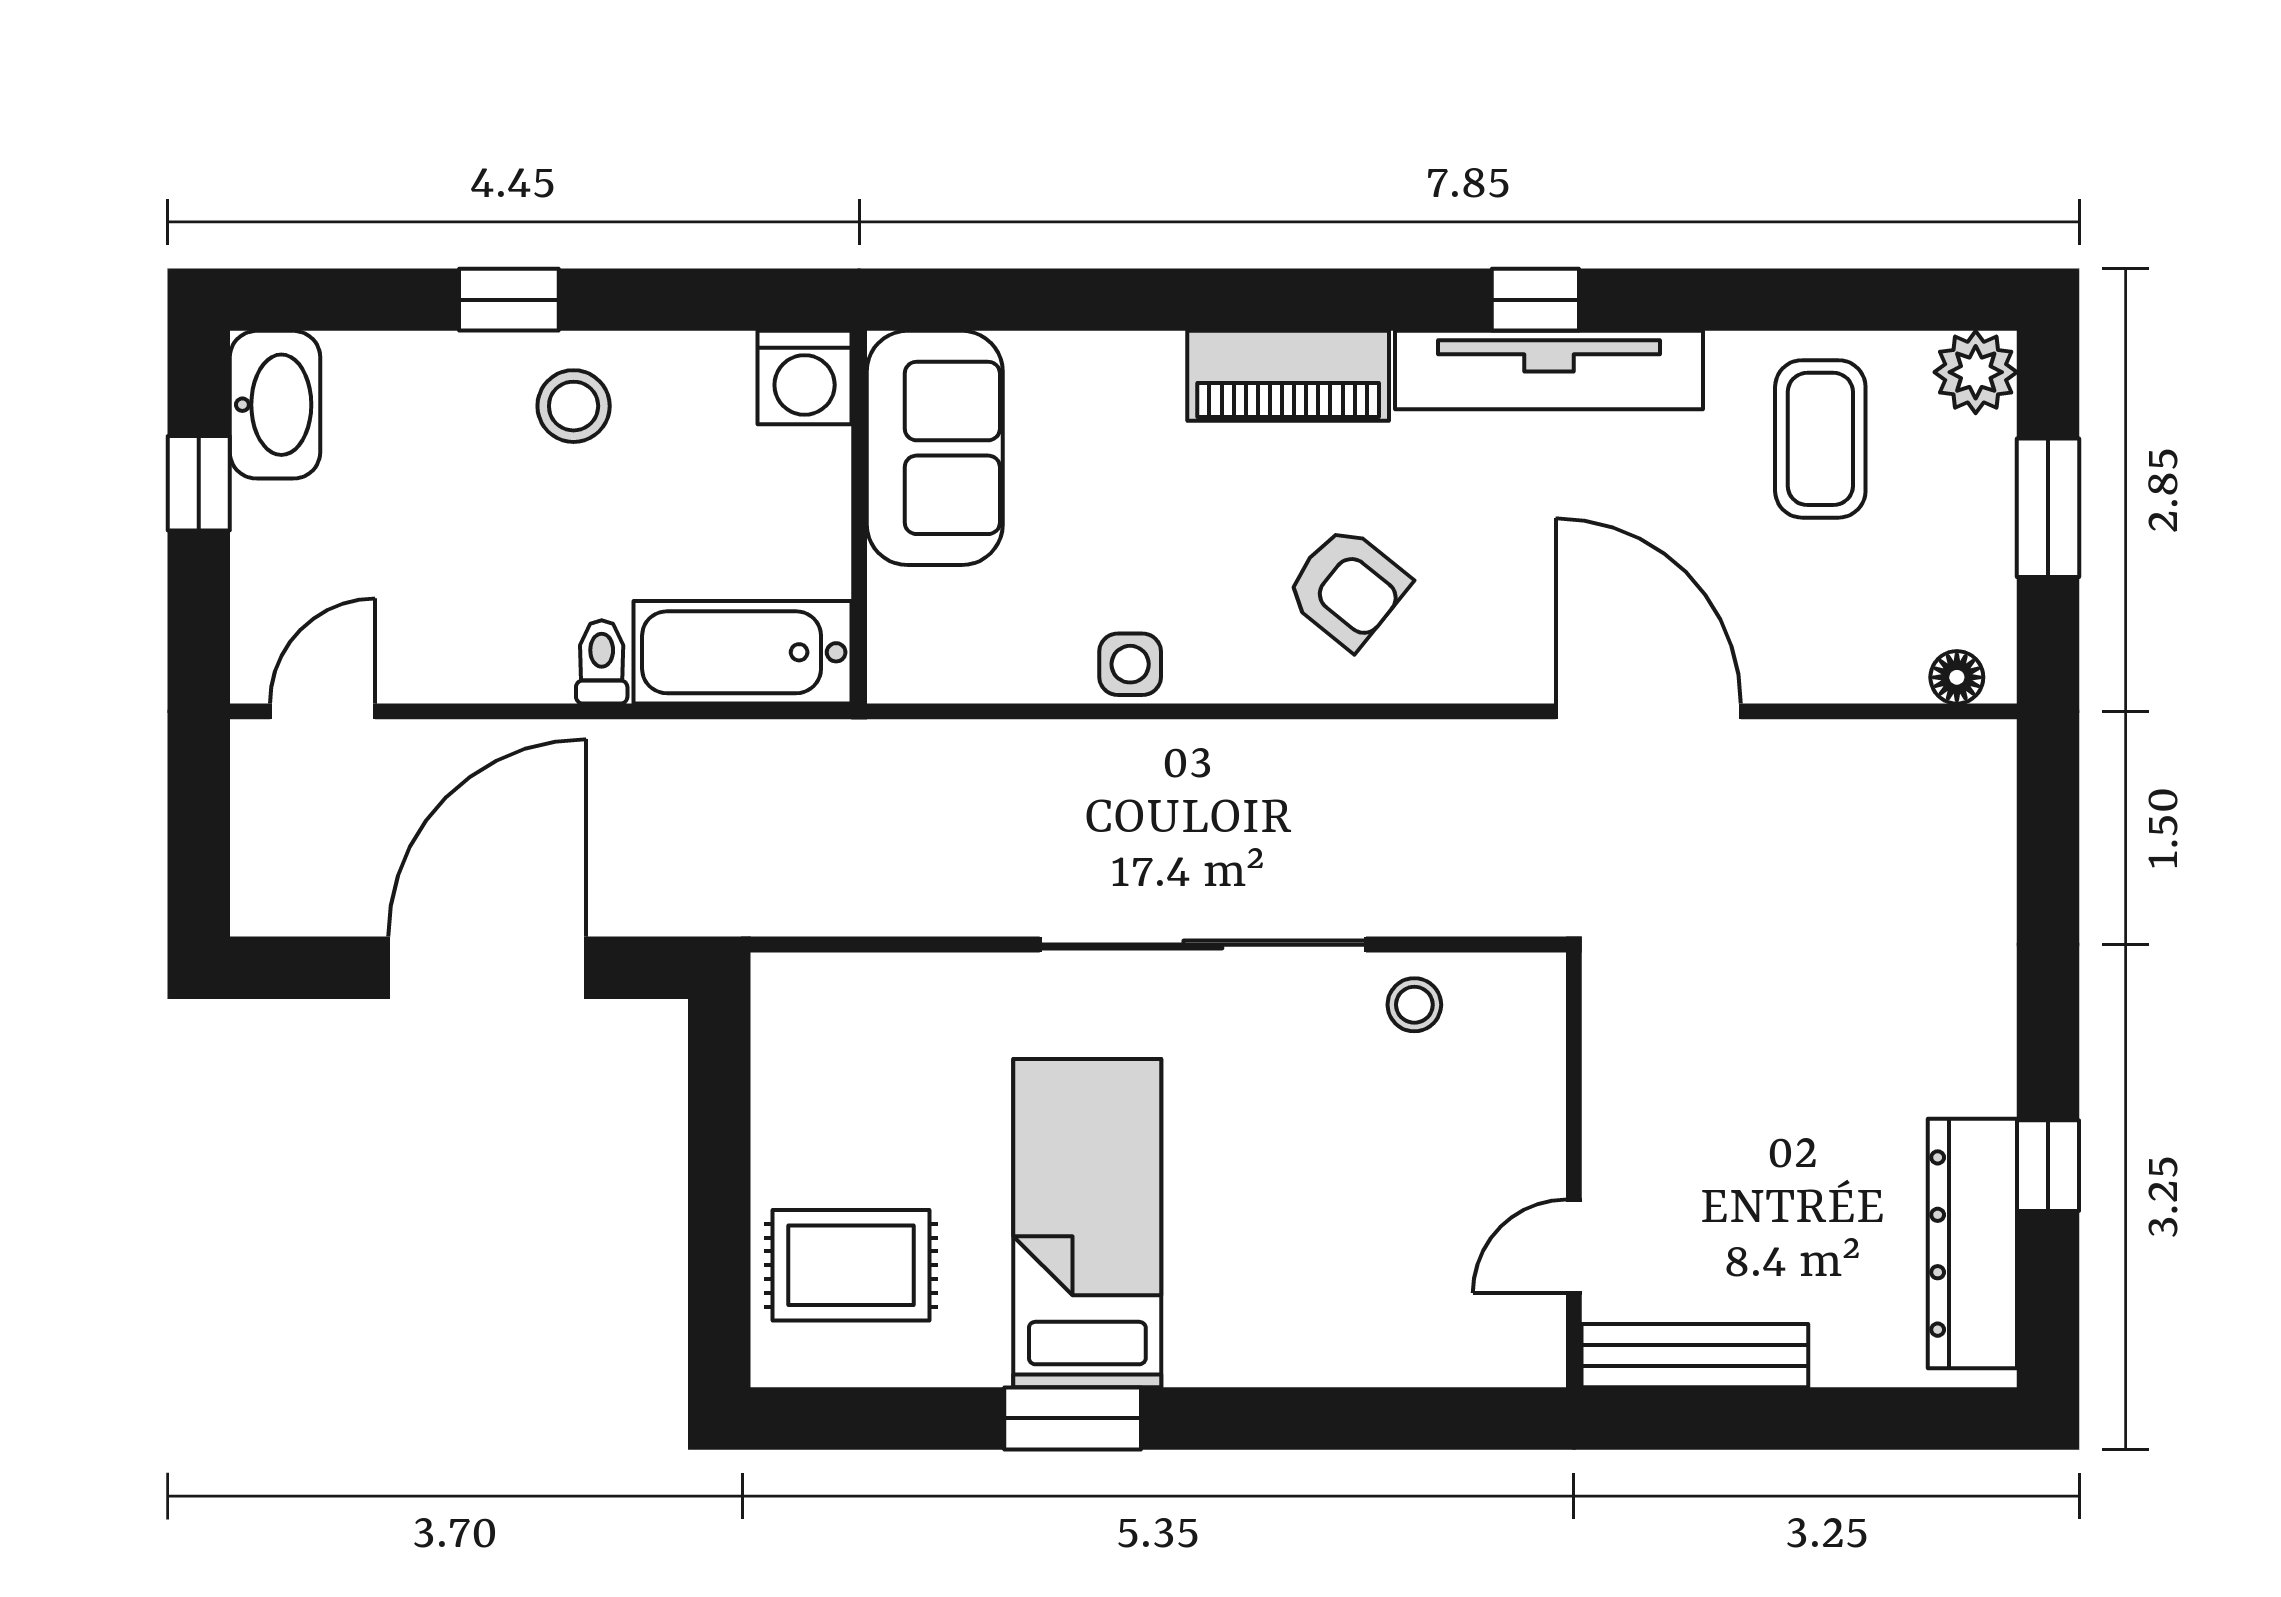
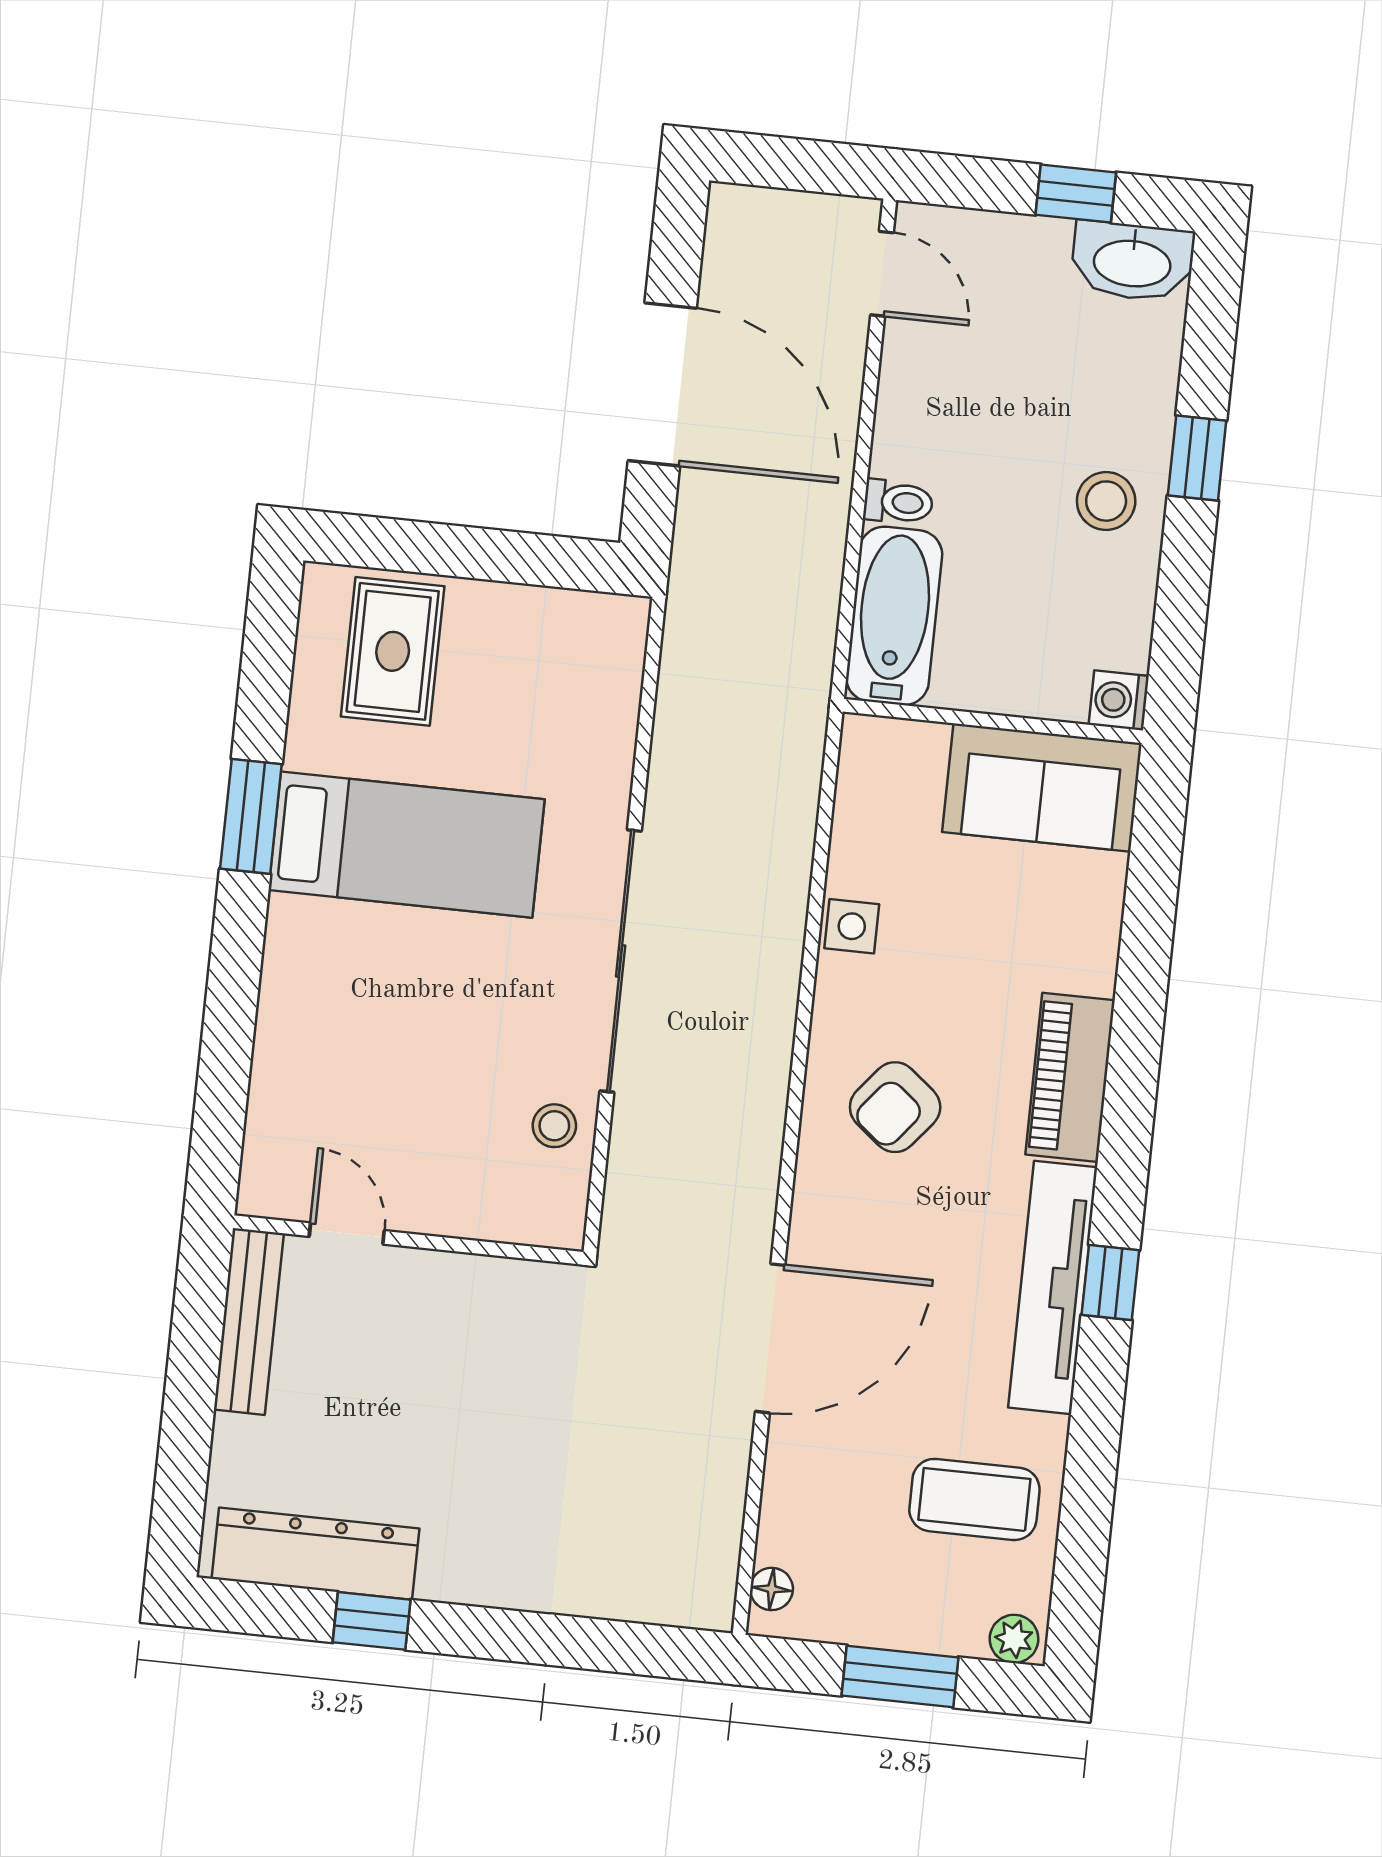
plant: (1976, 372) -> (1014, 1639), width x0.73, depth x0.73
washing machine: (805, 378) -> (1119, 700), width x0.73, depth x0.73

